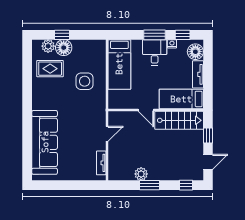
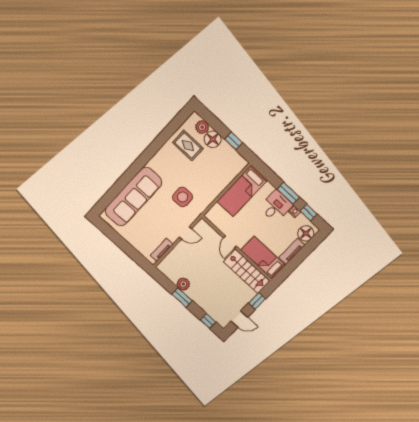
window: (62, 35) -> (234, 141), moved
side table: (85, 81) -> (183, 197), moved

